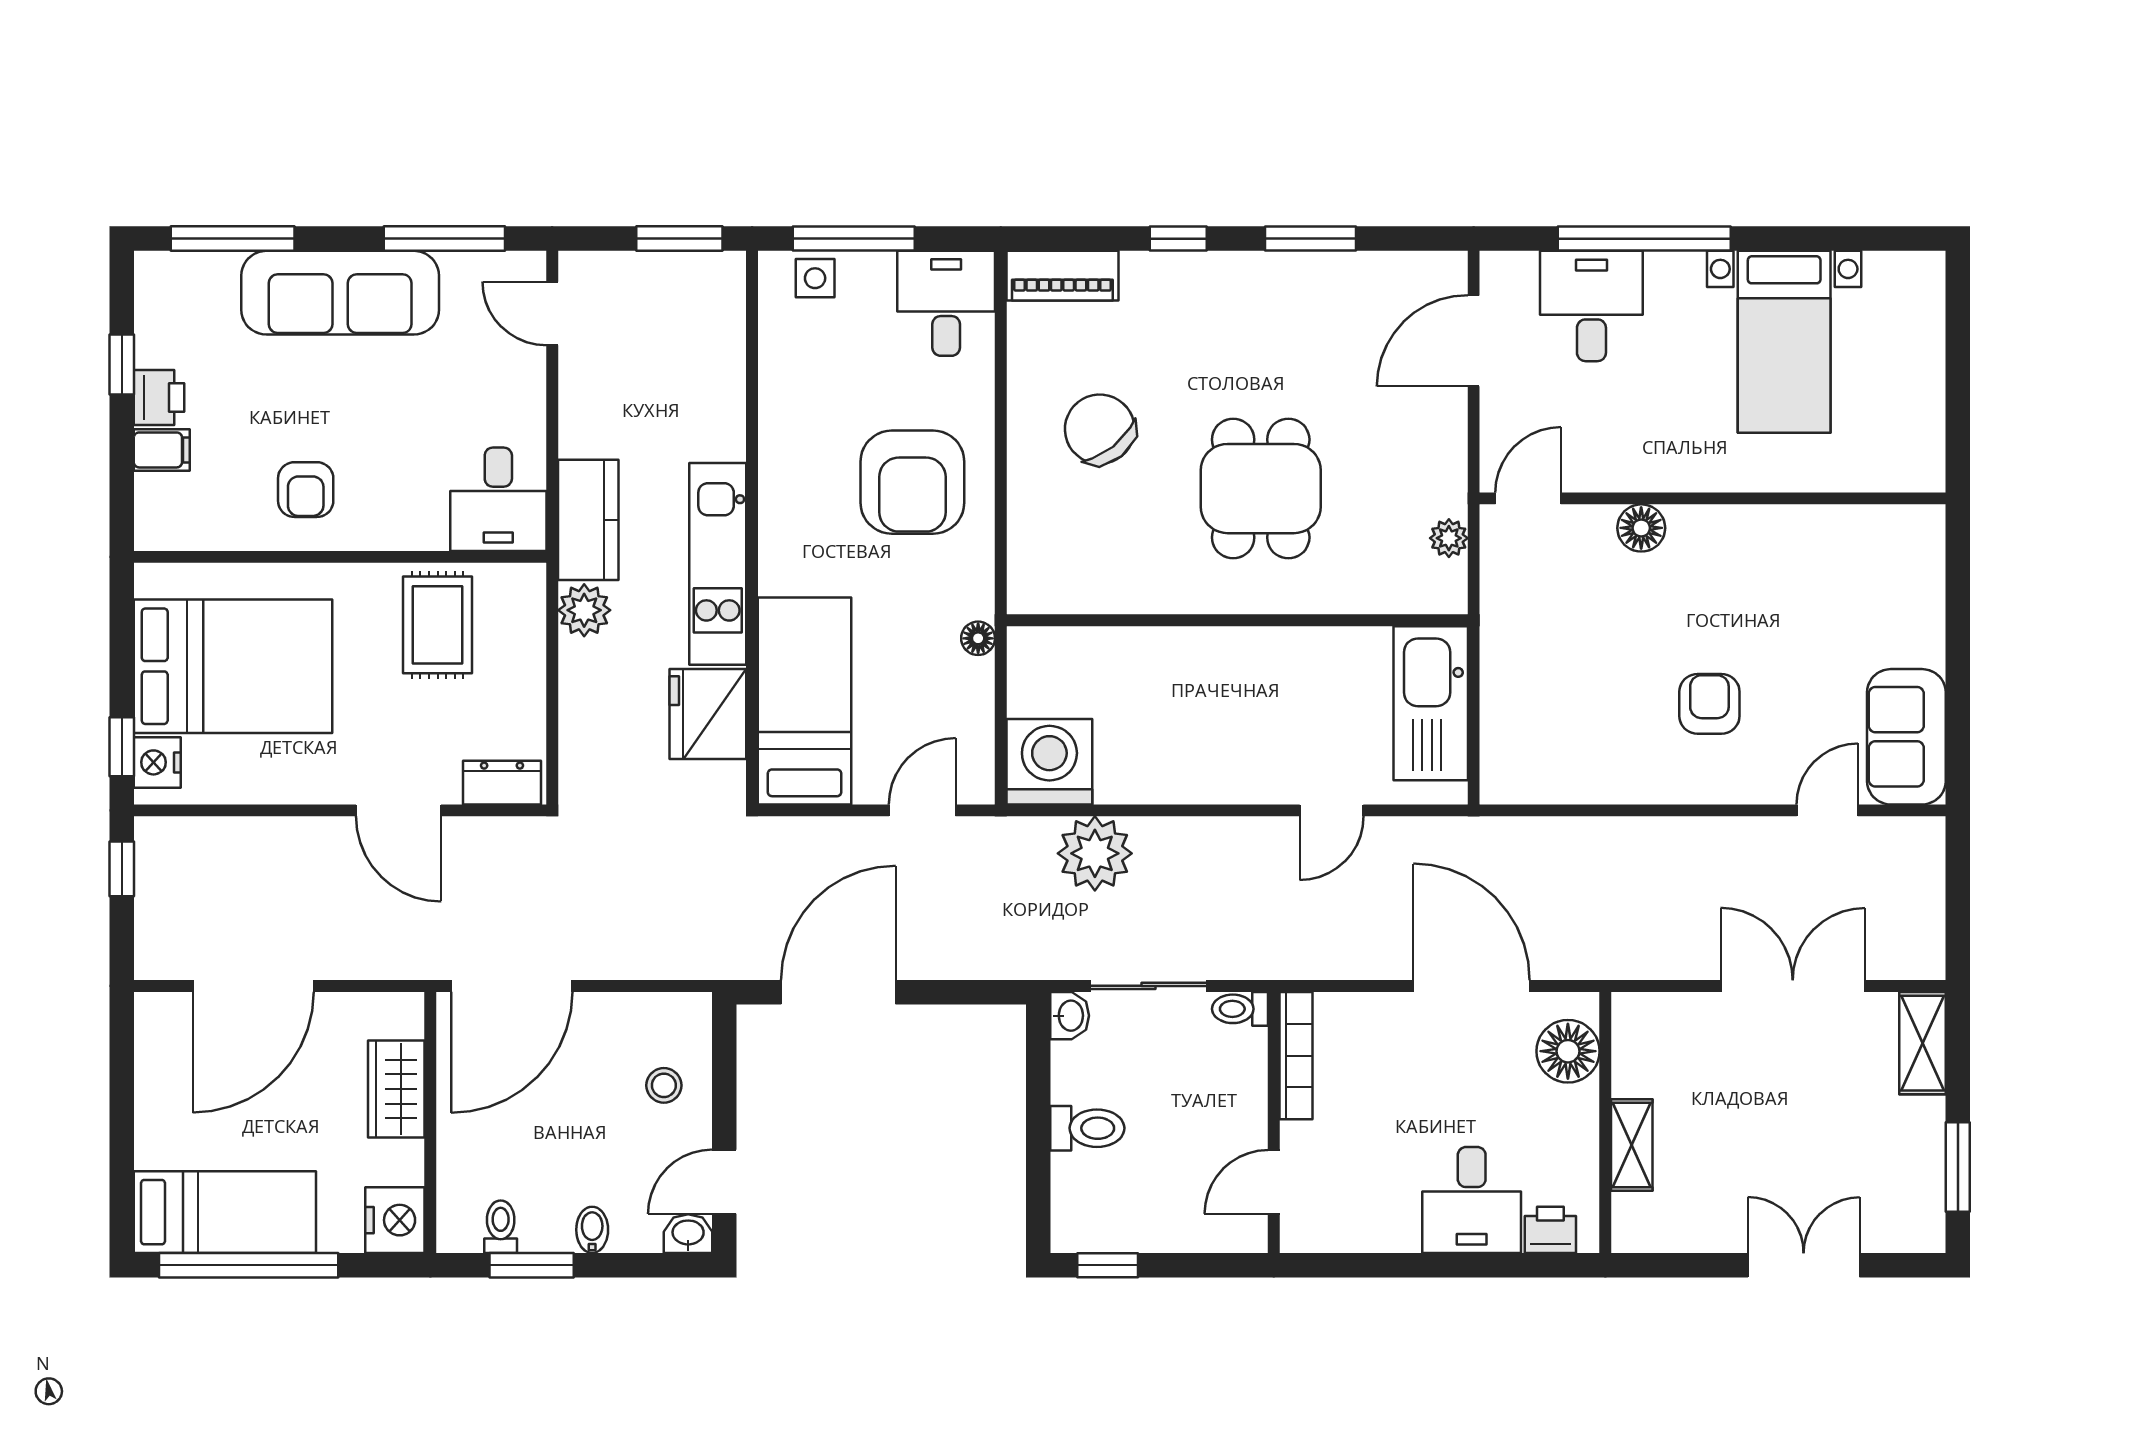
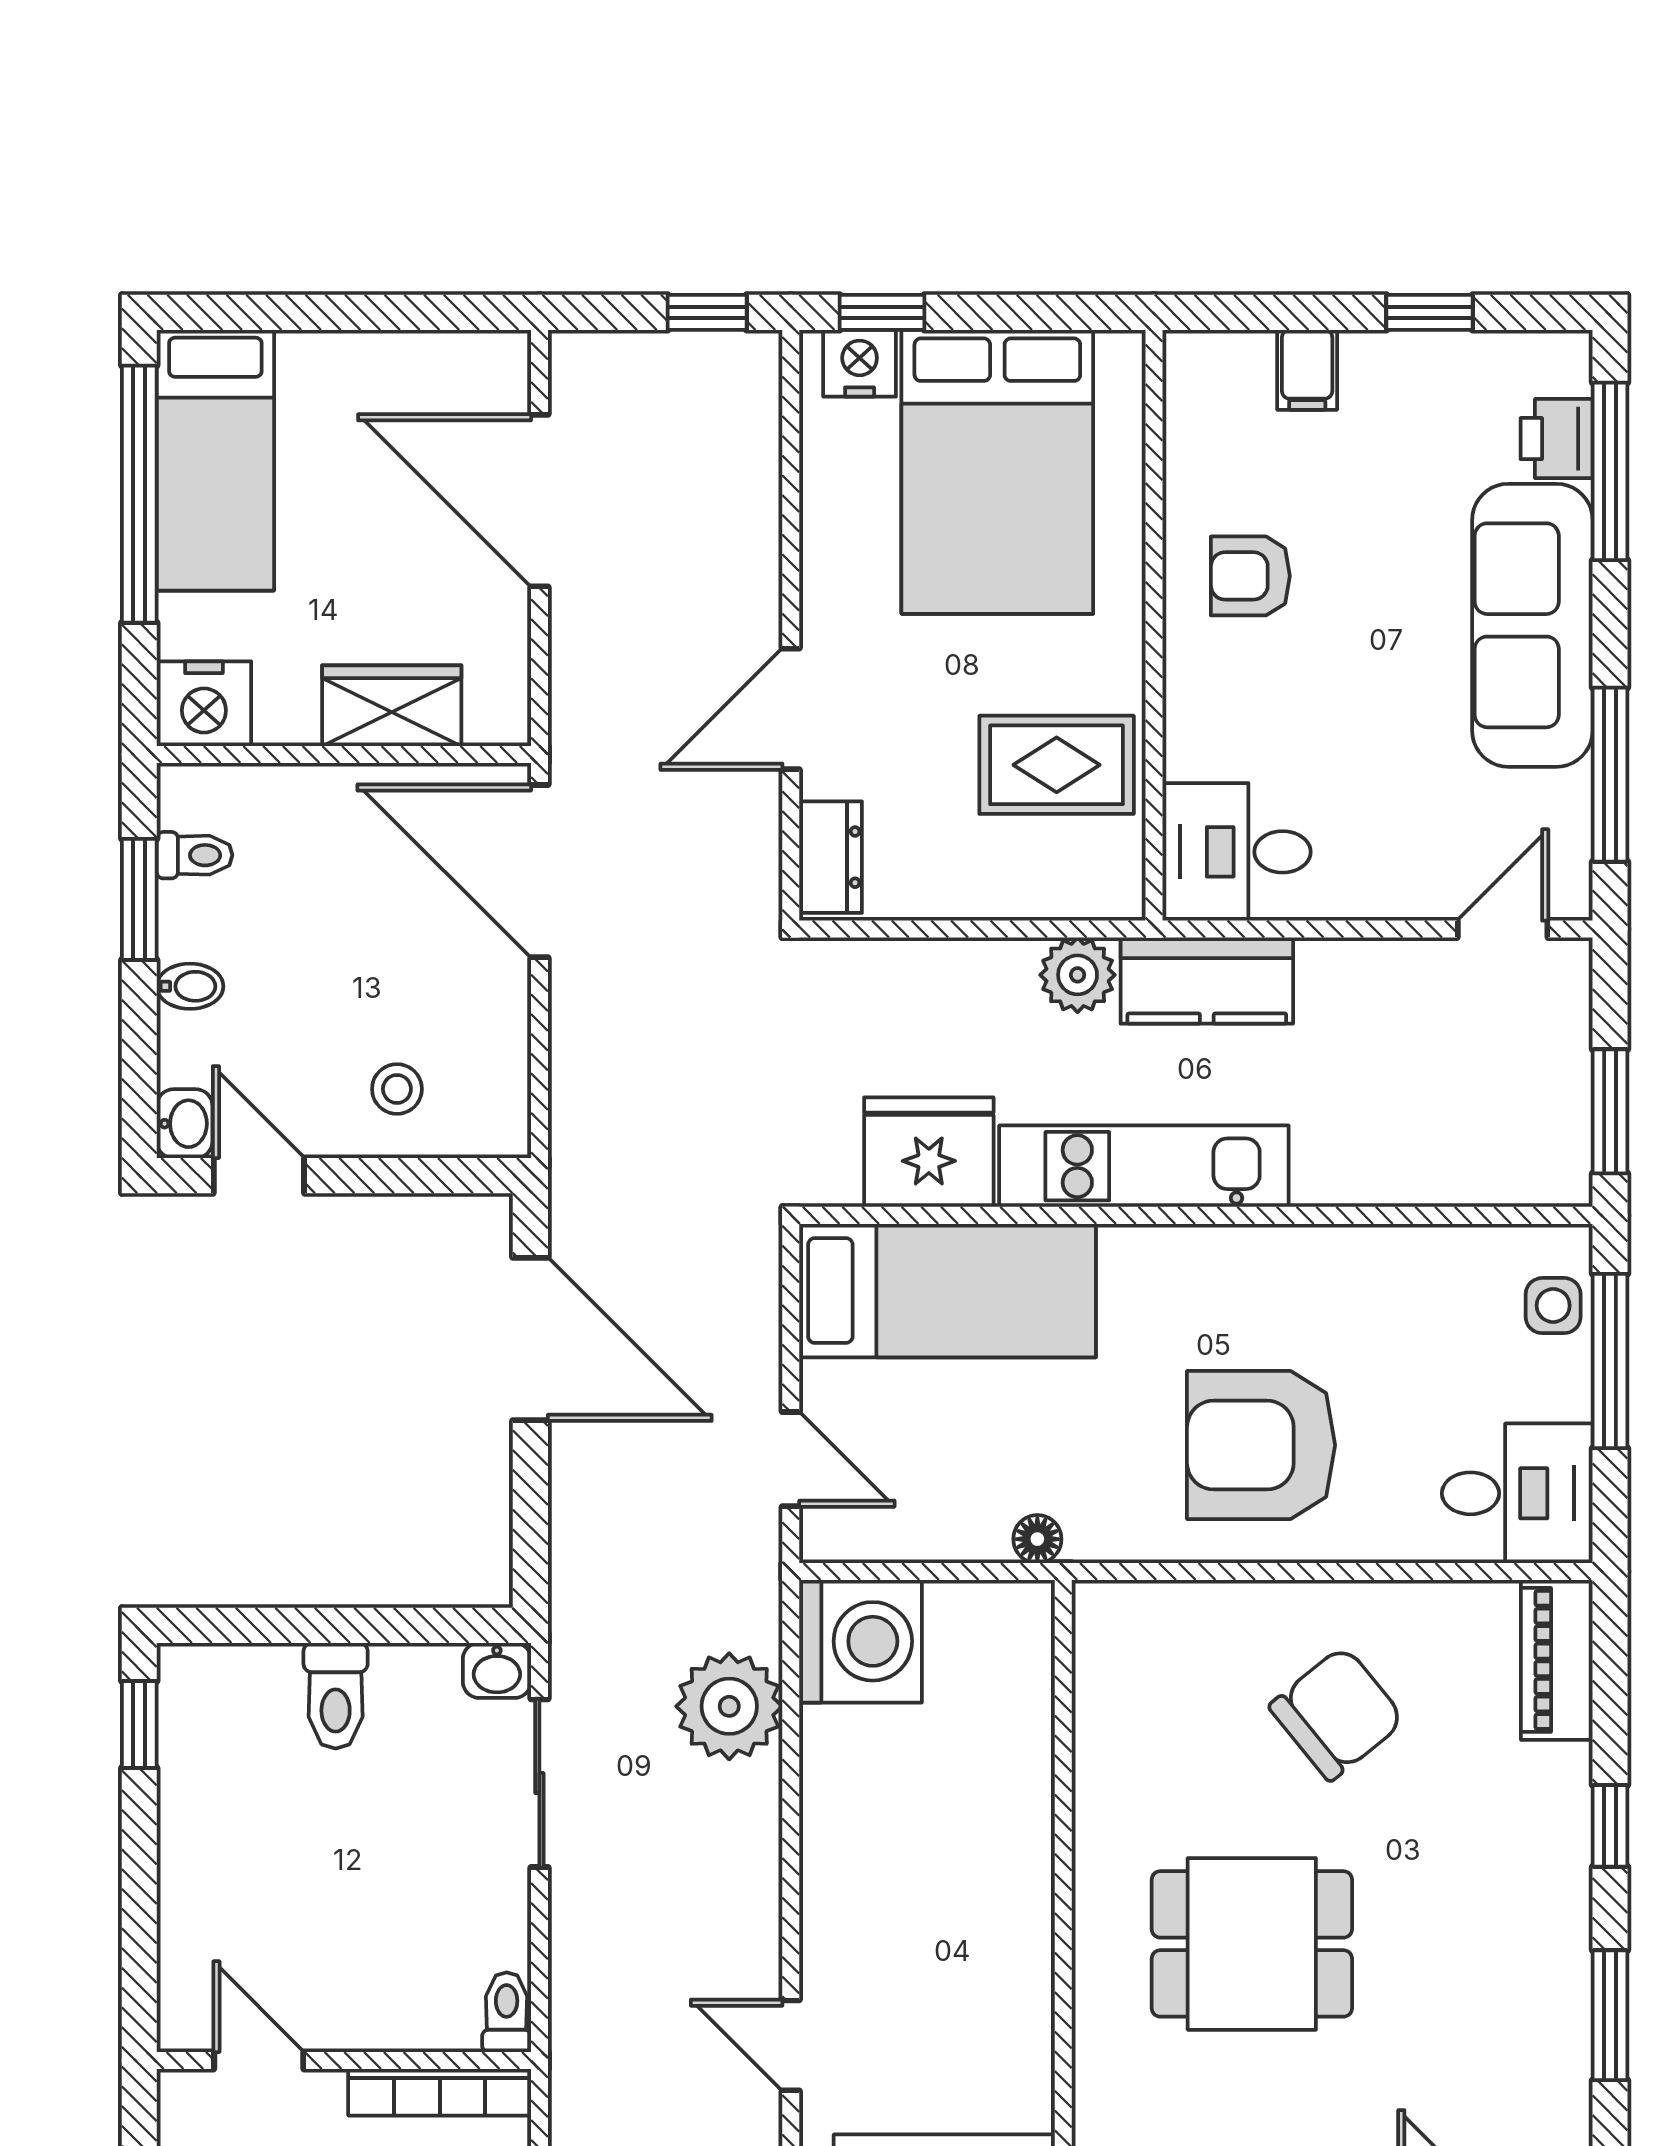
printer: (159, 397) -> (1557, 439), moved, turned 90
toilet: (1240, 1009) -> (507, 2012), moved
bookcase: (1296, 1056) -> (440, 2092), moved
wall: (1274, 1122) -> (344, 2060), moved
door: (1274, 1182) -> (259, 2060), moved

